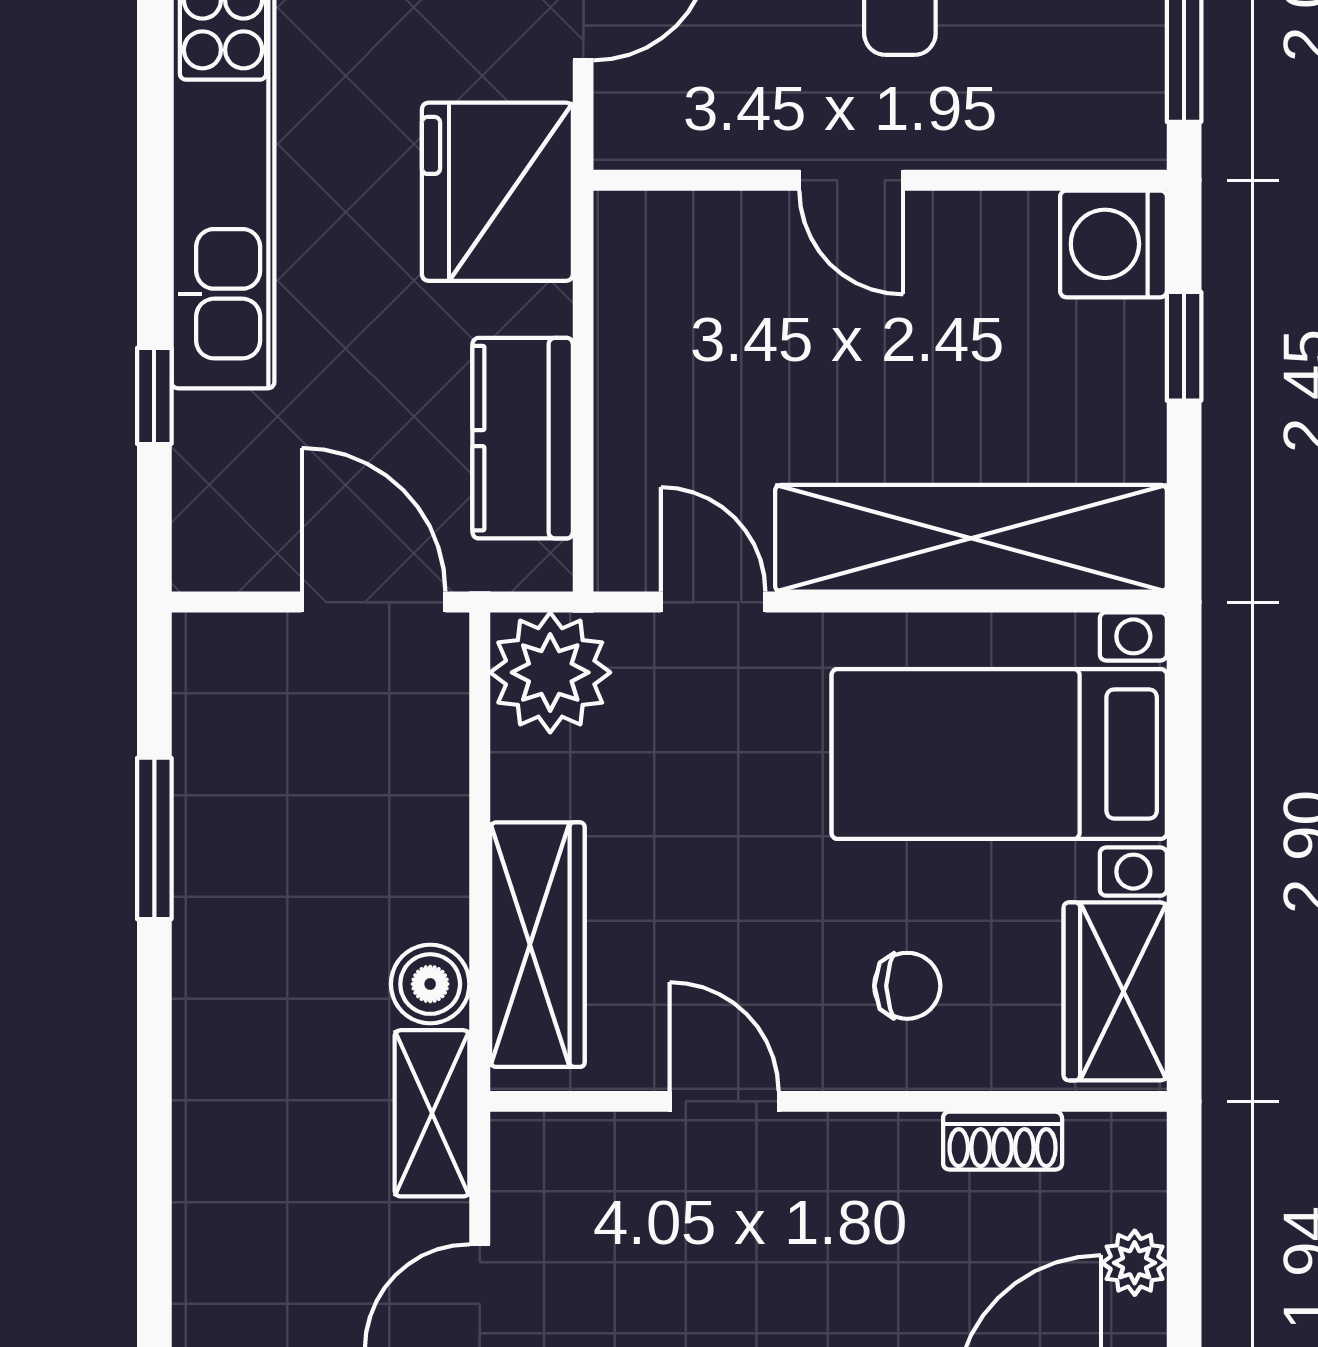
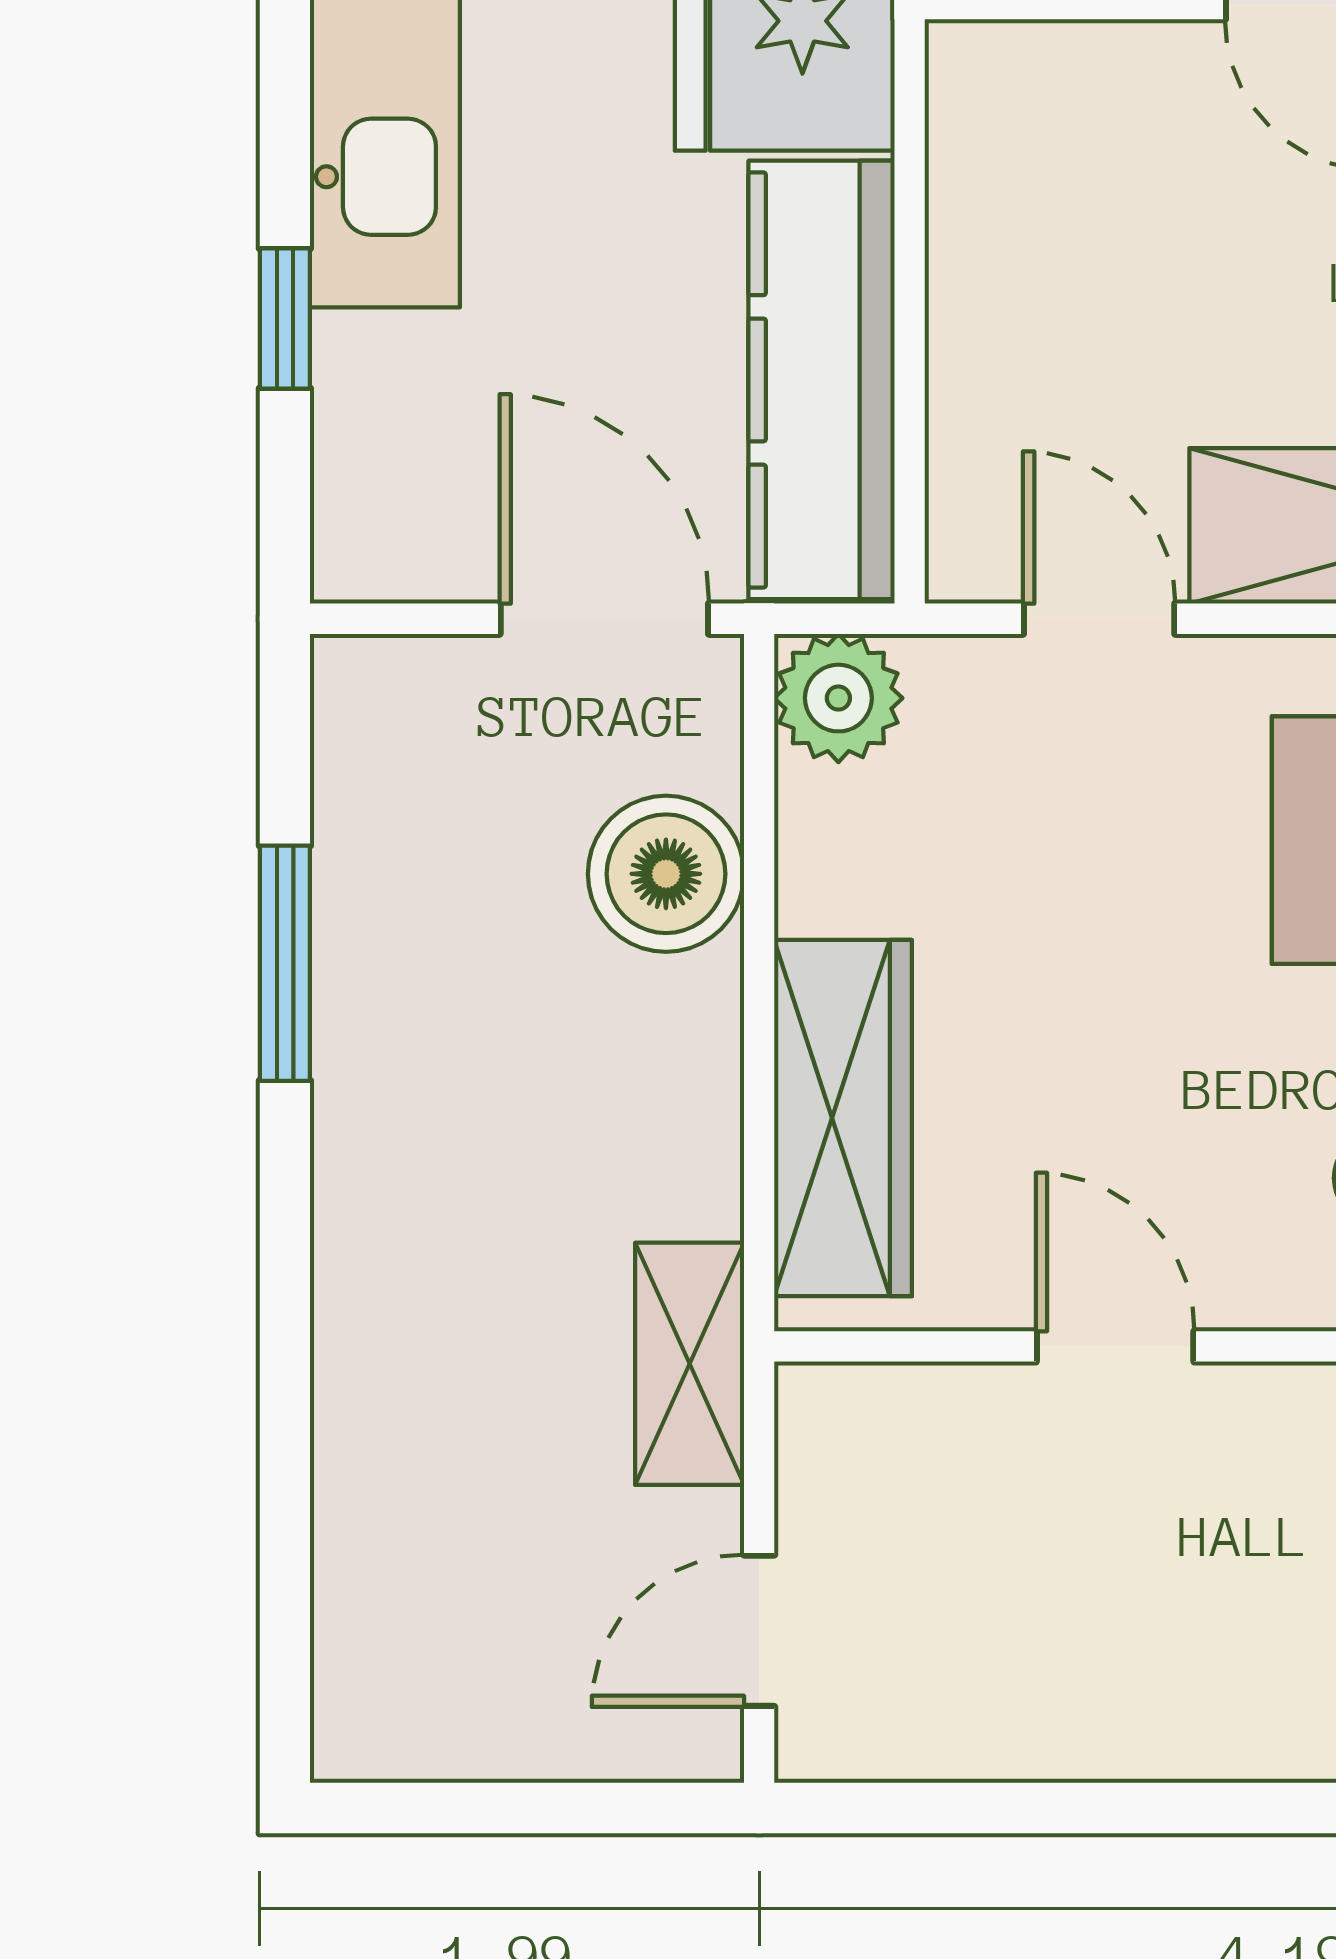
kitchen counter: (523, 438) -> (822, 380), width x1.50
plant: (550, 672) -> (838, 698), width x0.73, depth x0.73
boiler: (430, 984) -> (666, 874), moved, width x1.36, depth x1.36

